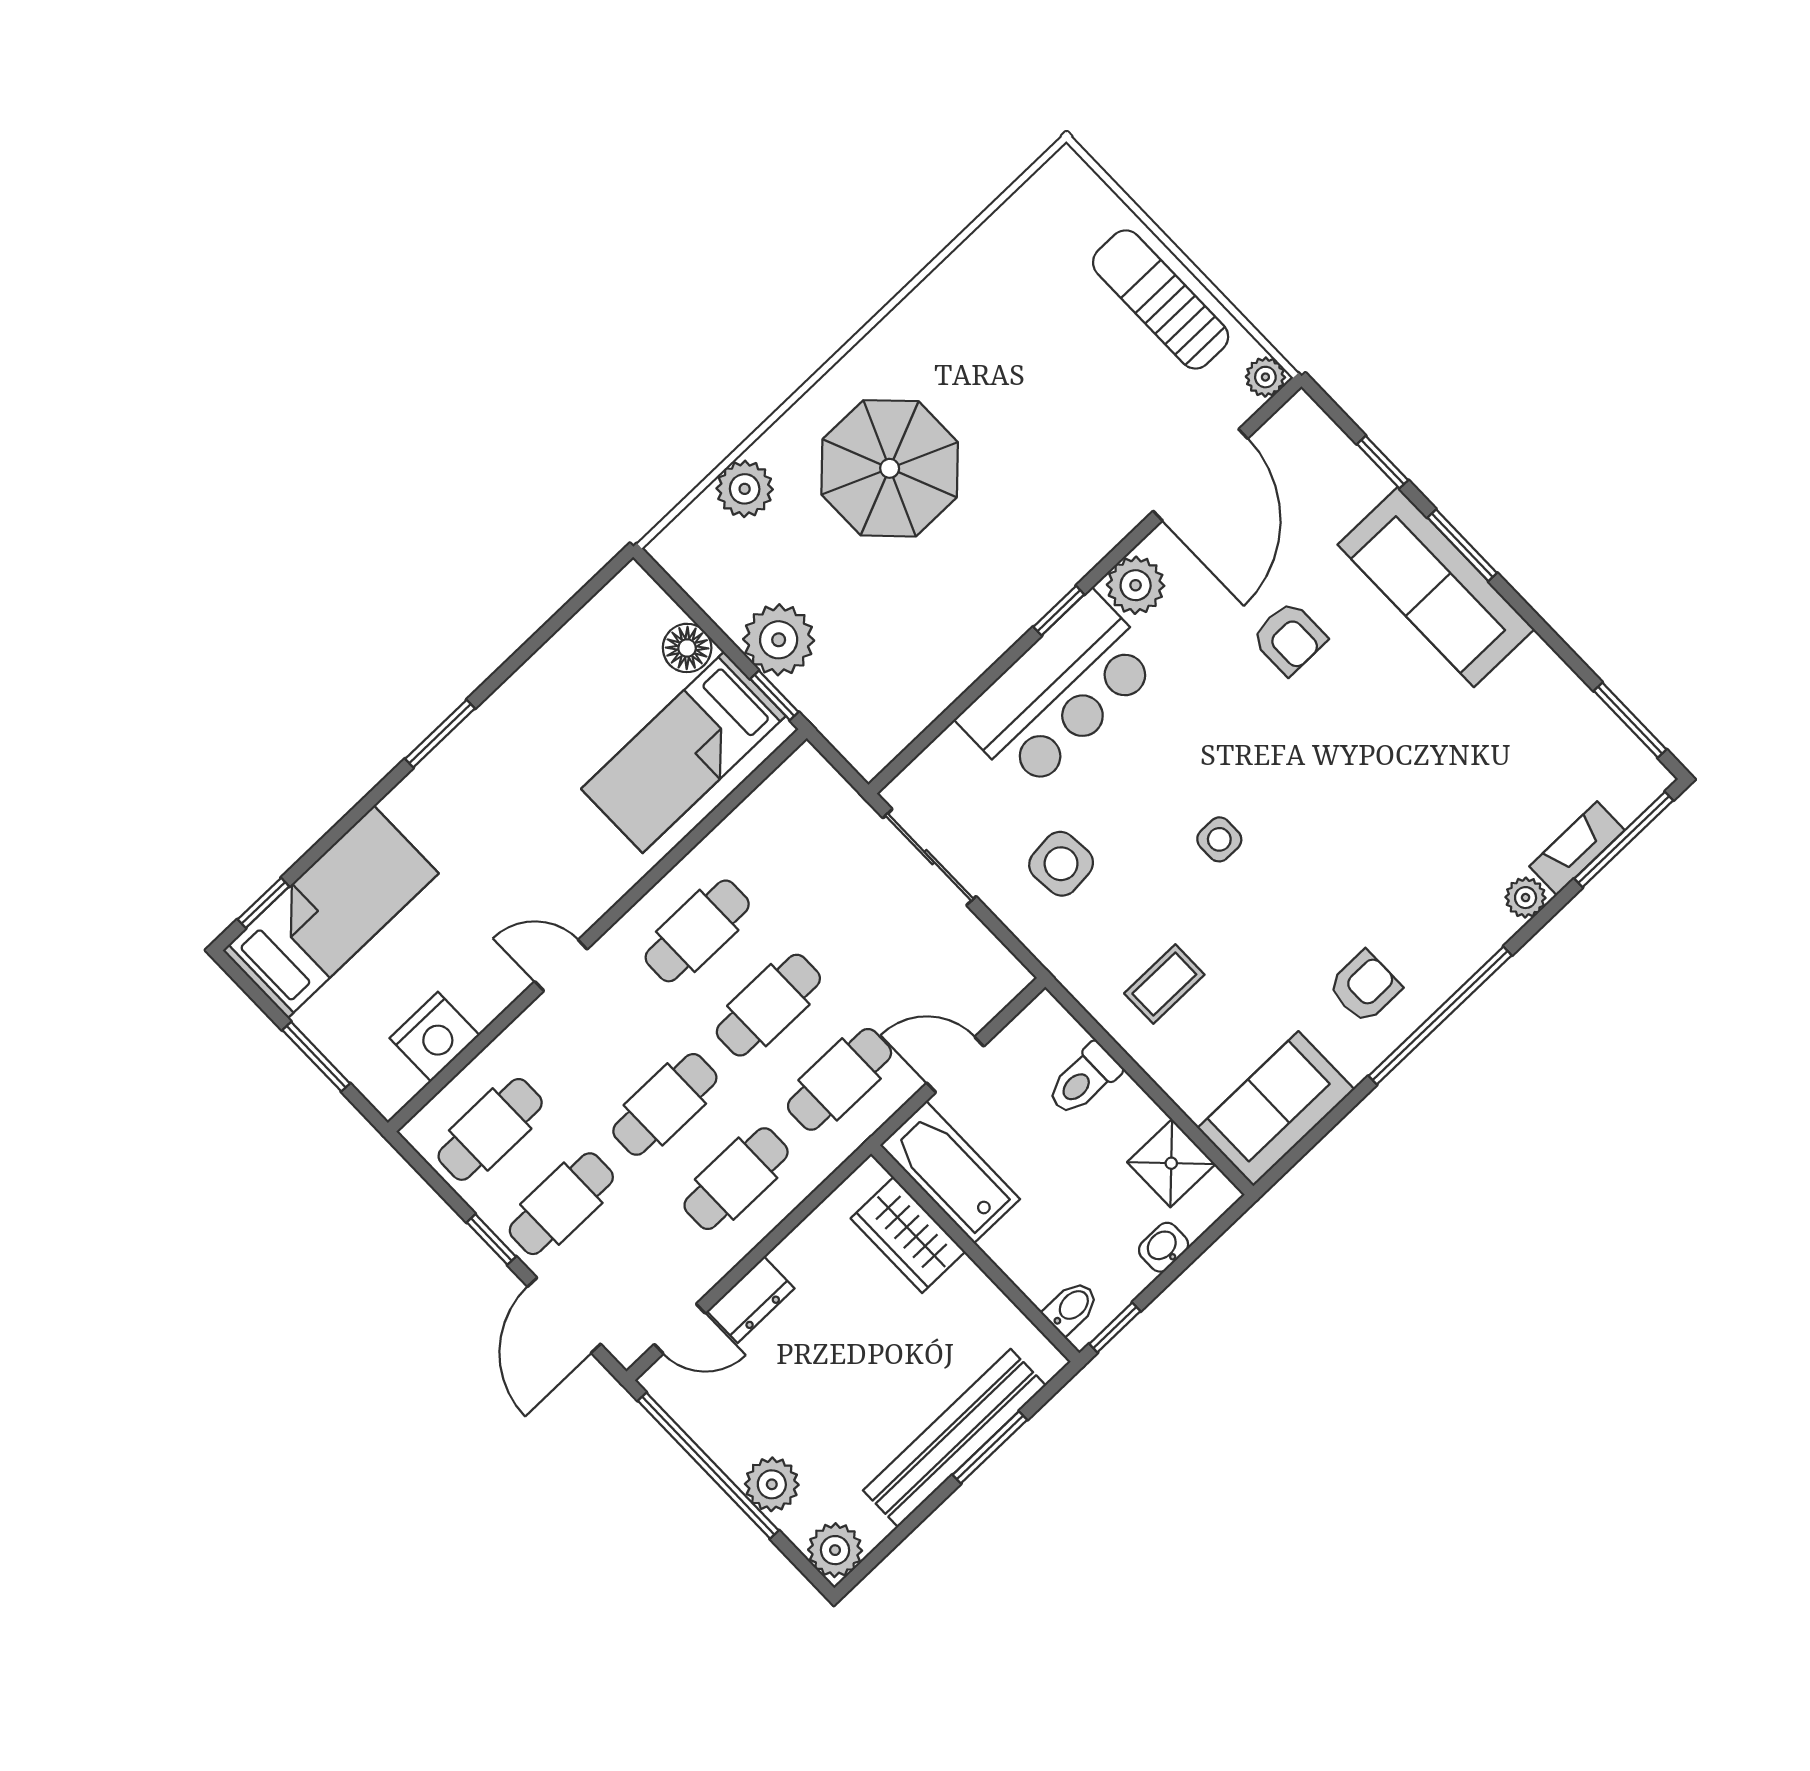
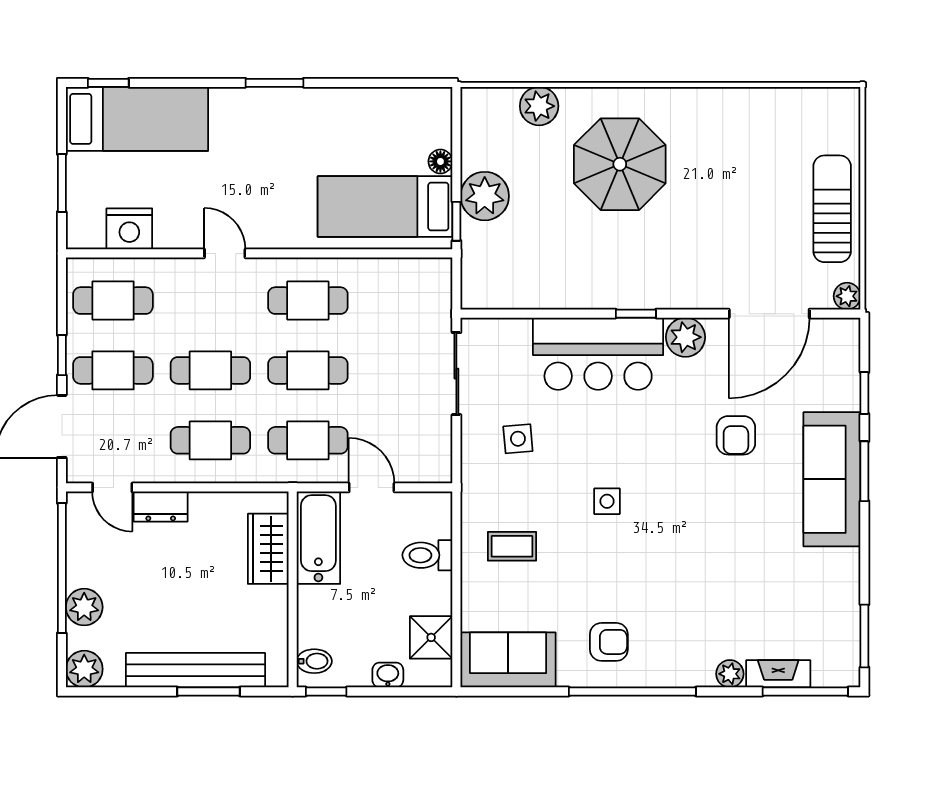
floor lamp: (687, 648) -> (440, 161), width x0.73, depth x0.73
side table: (1061, 864) -> (518, 439), width x0.73, depth x0.73

